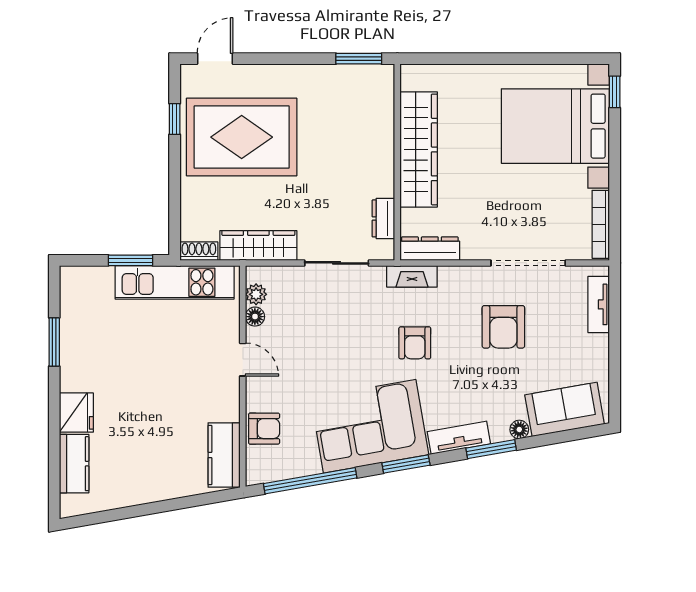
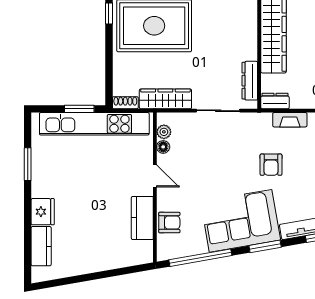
dresser: (383, 218) -> (250, 81), width x1.44
dresser: (430, 249) -> (275, 101), width x0.70
fireplace: (412, 276) -> (290, 120), moved
kitchen unit: (175, 282) -> (94, 124), width x1.36
kitchen counter: (224, 455) -> (142, 218), moved

